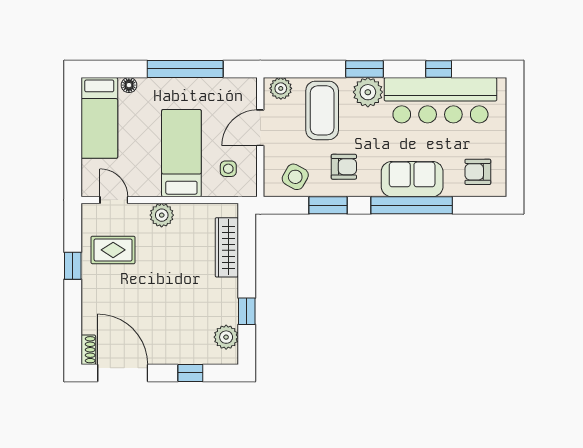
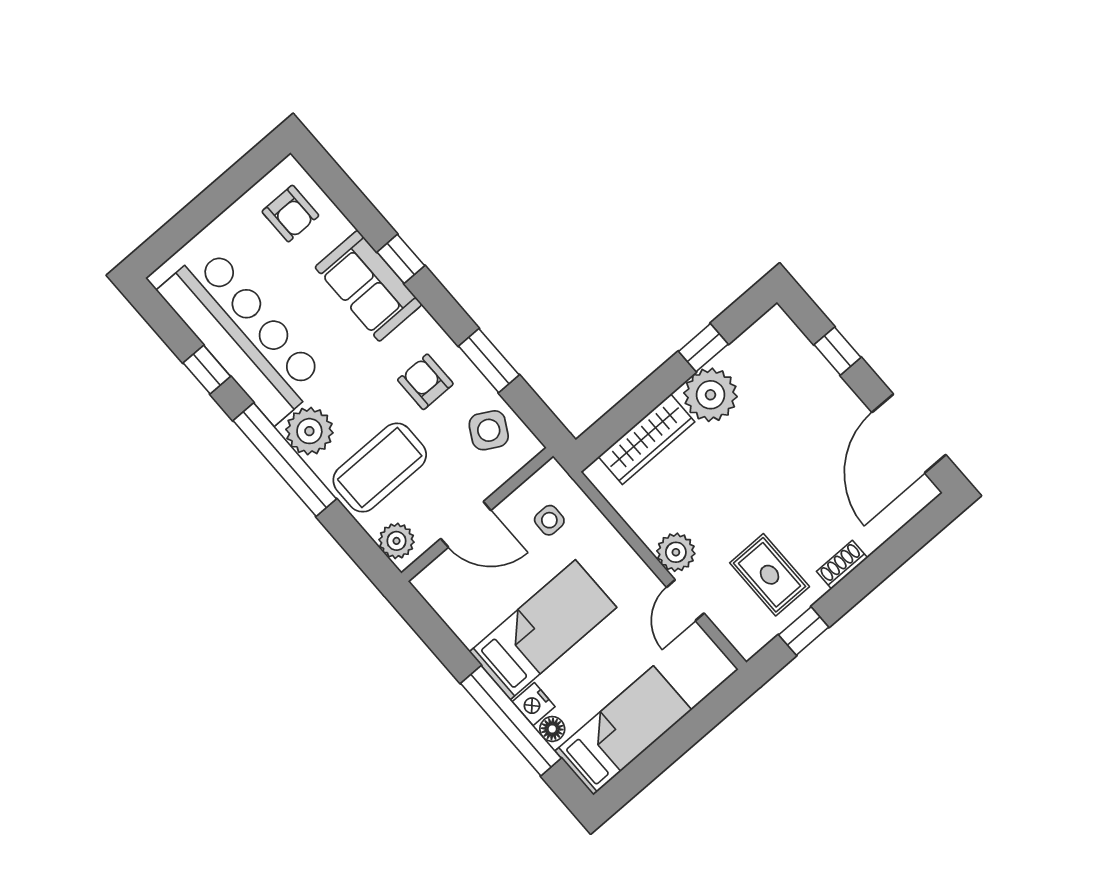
window: (185, 69) -> (511, 721), moved
window: (364, 69) -> (285, 460), width x2.11
nightstand: (148, 86) -> (534, 704), added
bed: (181, 153) -> (543, 630), moved, turned 180
door: (114, 200) -> (685, 600), moved
window: (412, 205) -> (401, 259), width x0.32
window: (73, 266) -> (804, 631), moved
plant: (226, 337) -> (711, 395), moved, width x1.36, depth x1.36
shoe rack: (88, 350) -> (842, 565), moved

